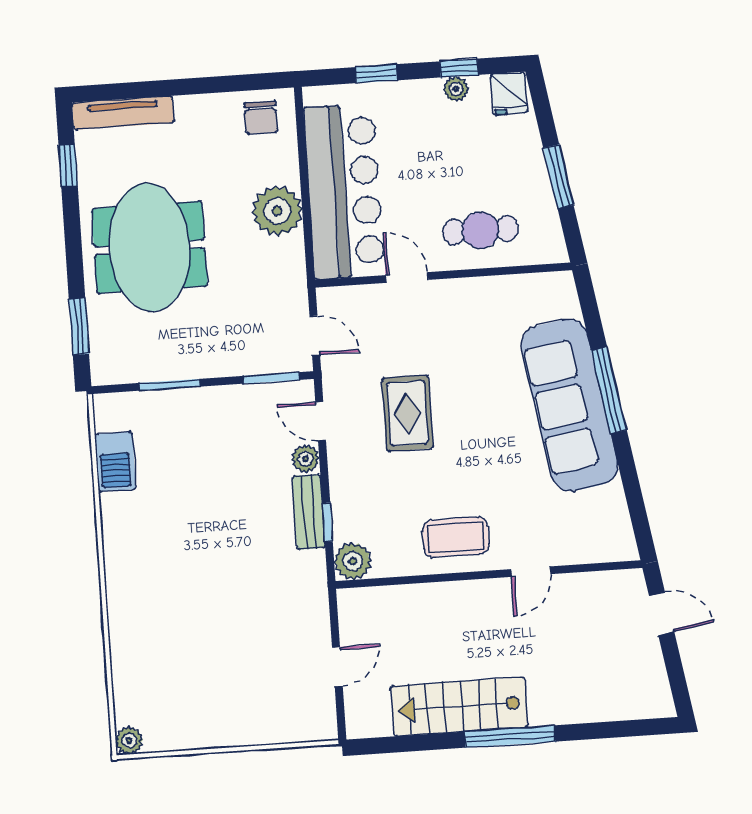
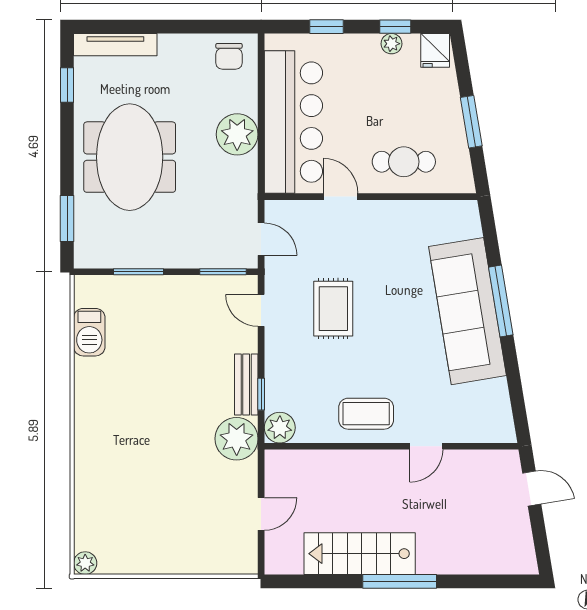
plant: (305, 459) -> (237, 439), moved, width x1.87, depth x1.87

